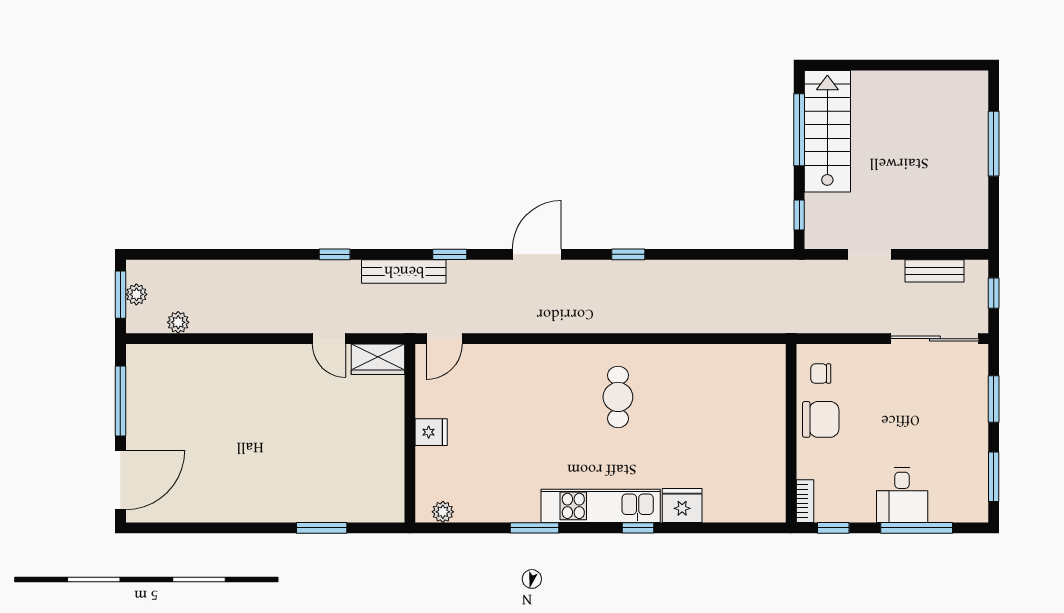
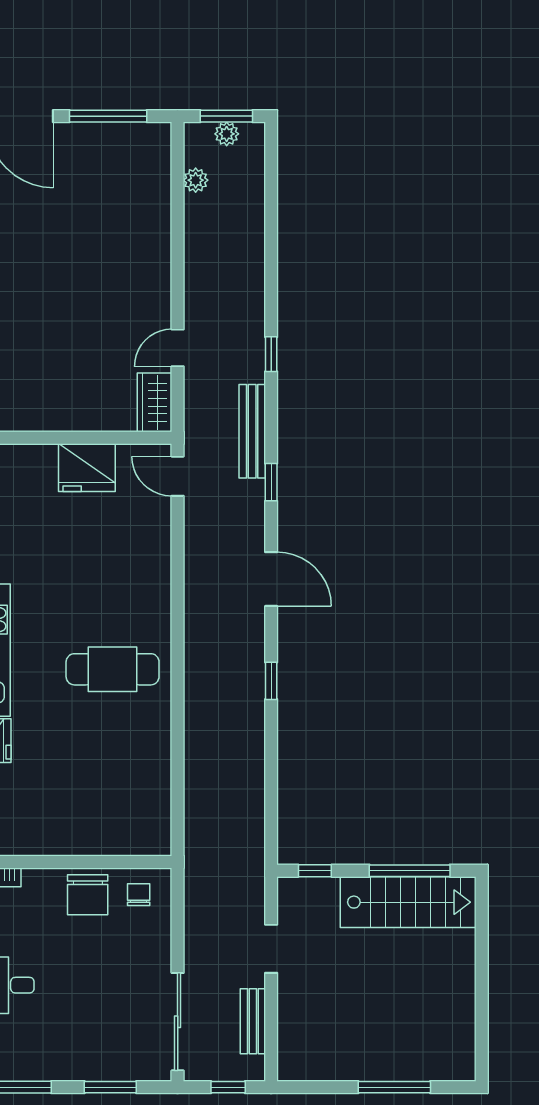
cafe table: (618, 397) -> (113, 669), width x1.37, depth x1.35
fridge: (431, 432) -> (87, 468), width x1.88, depth x1.34

